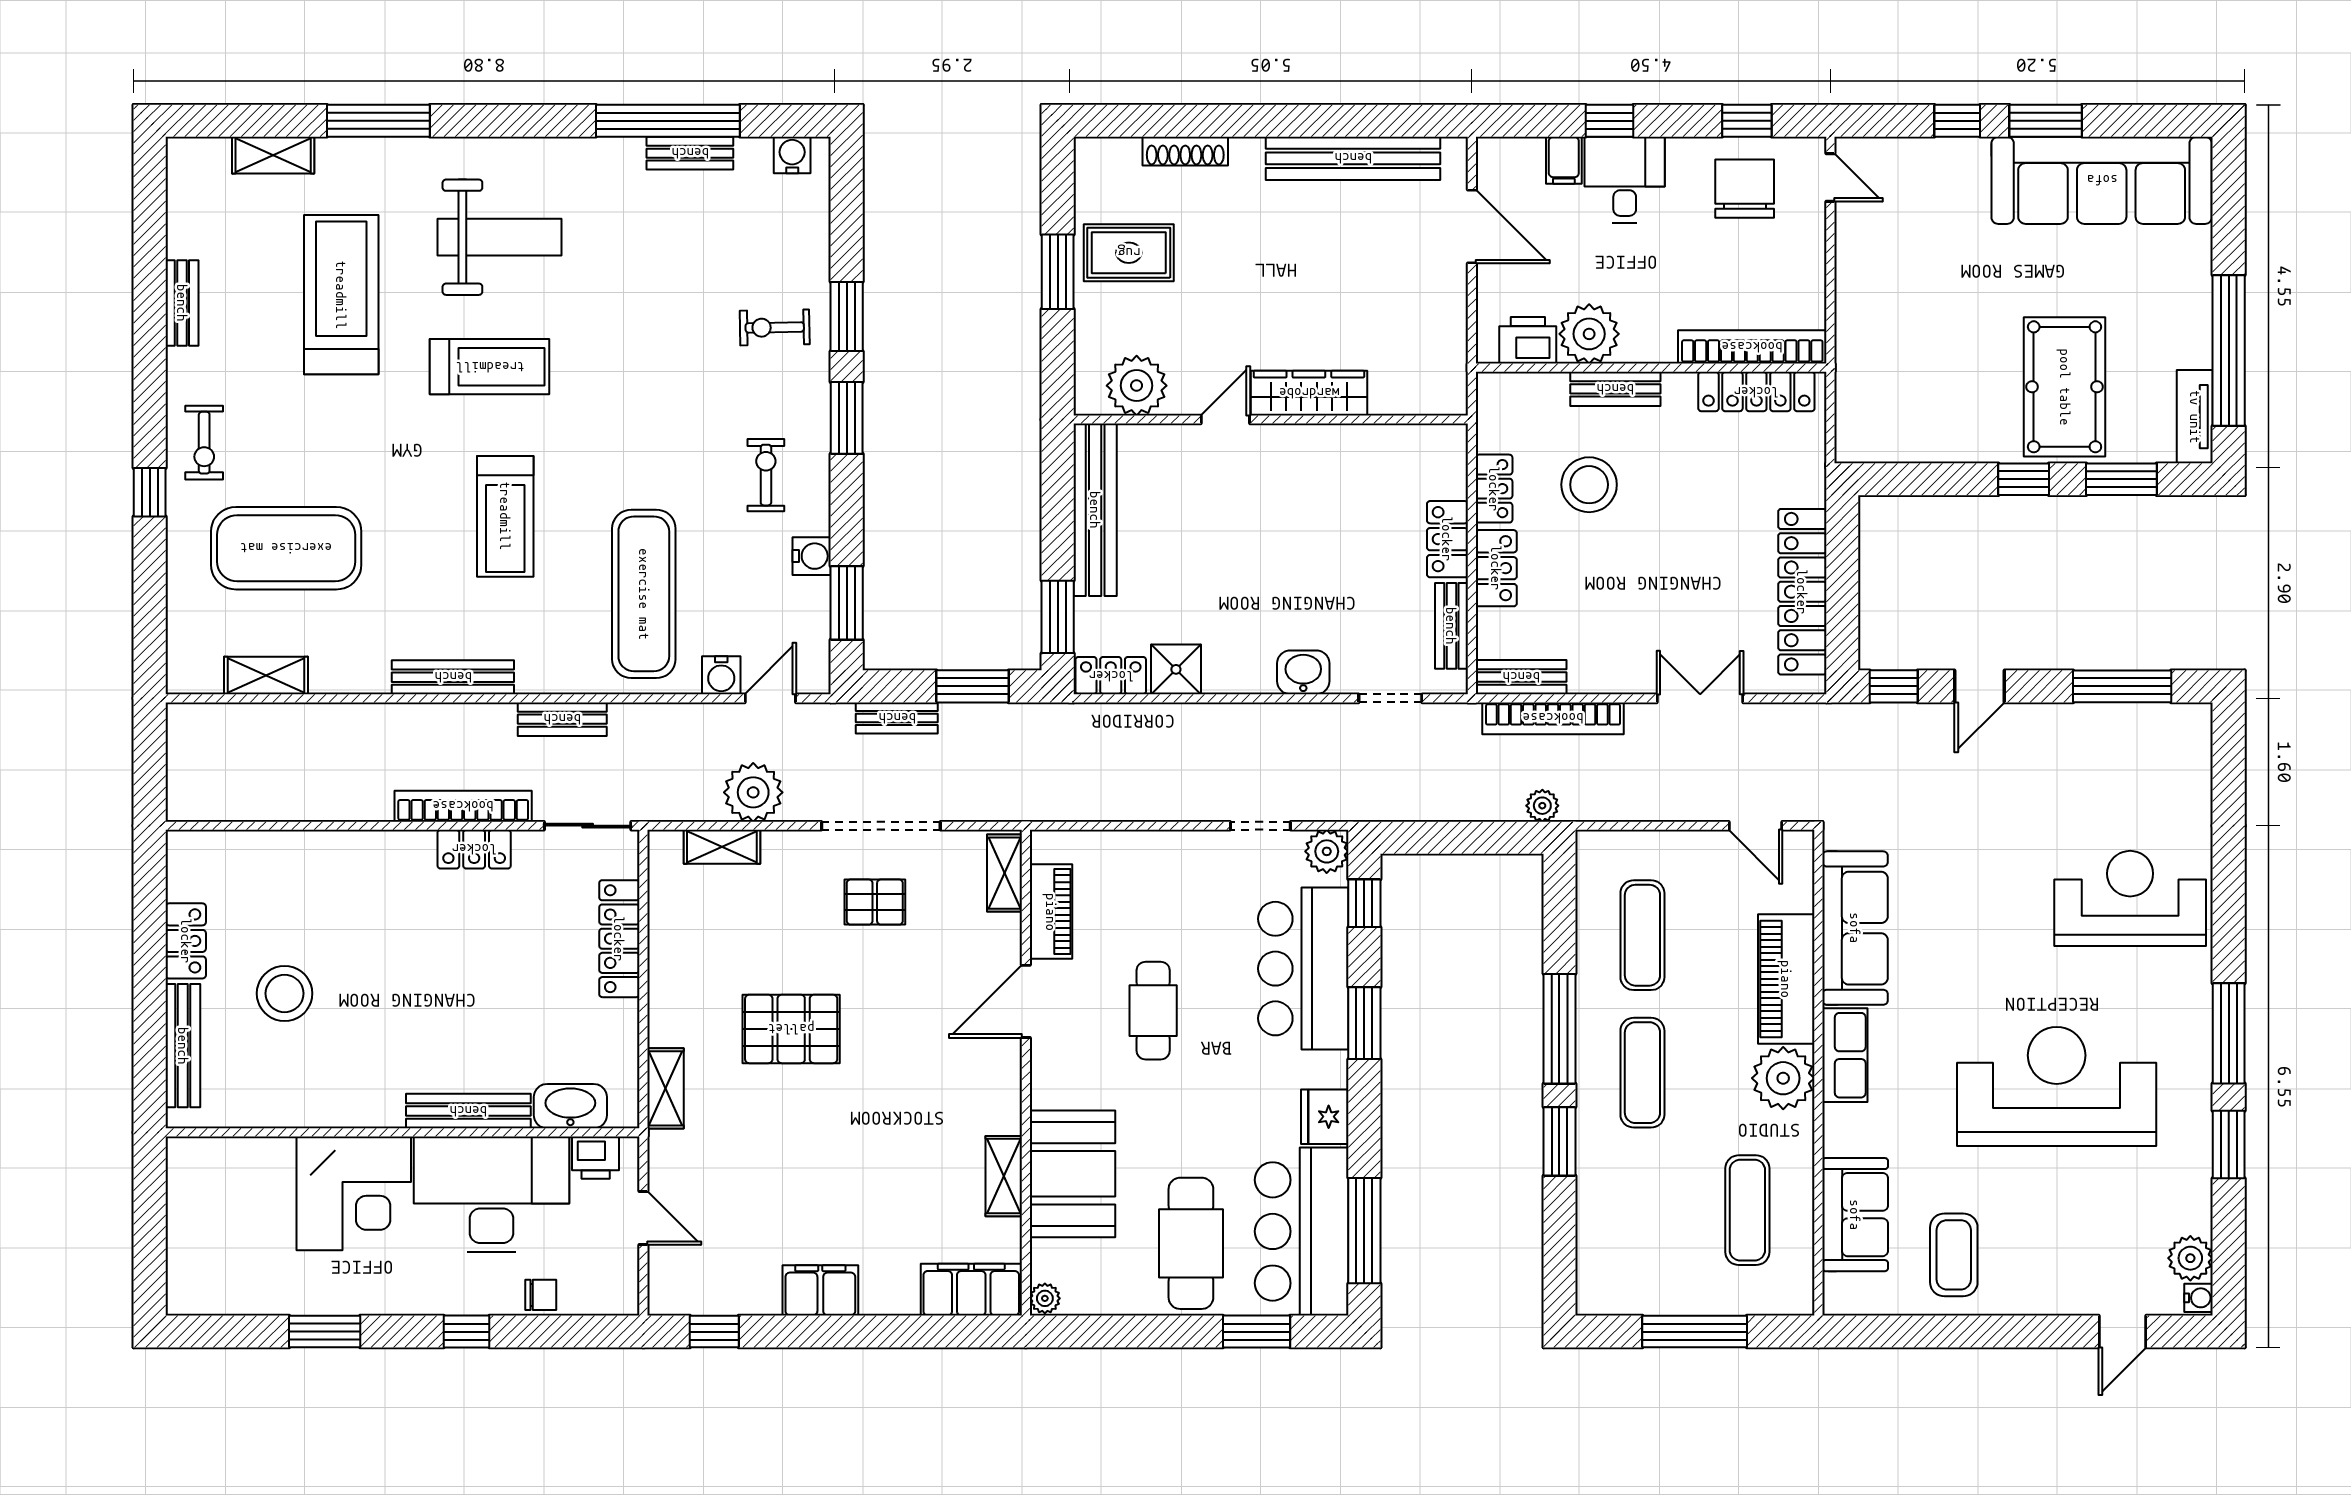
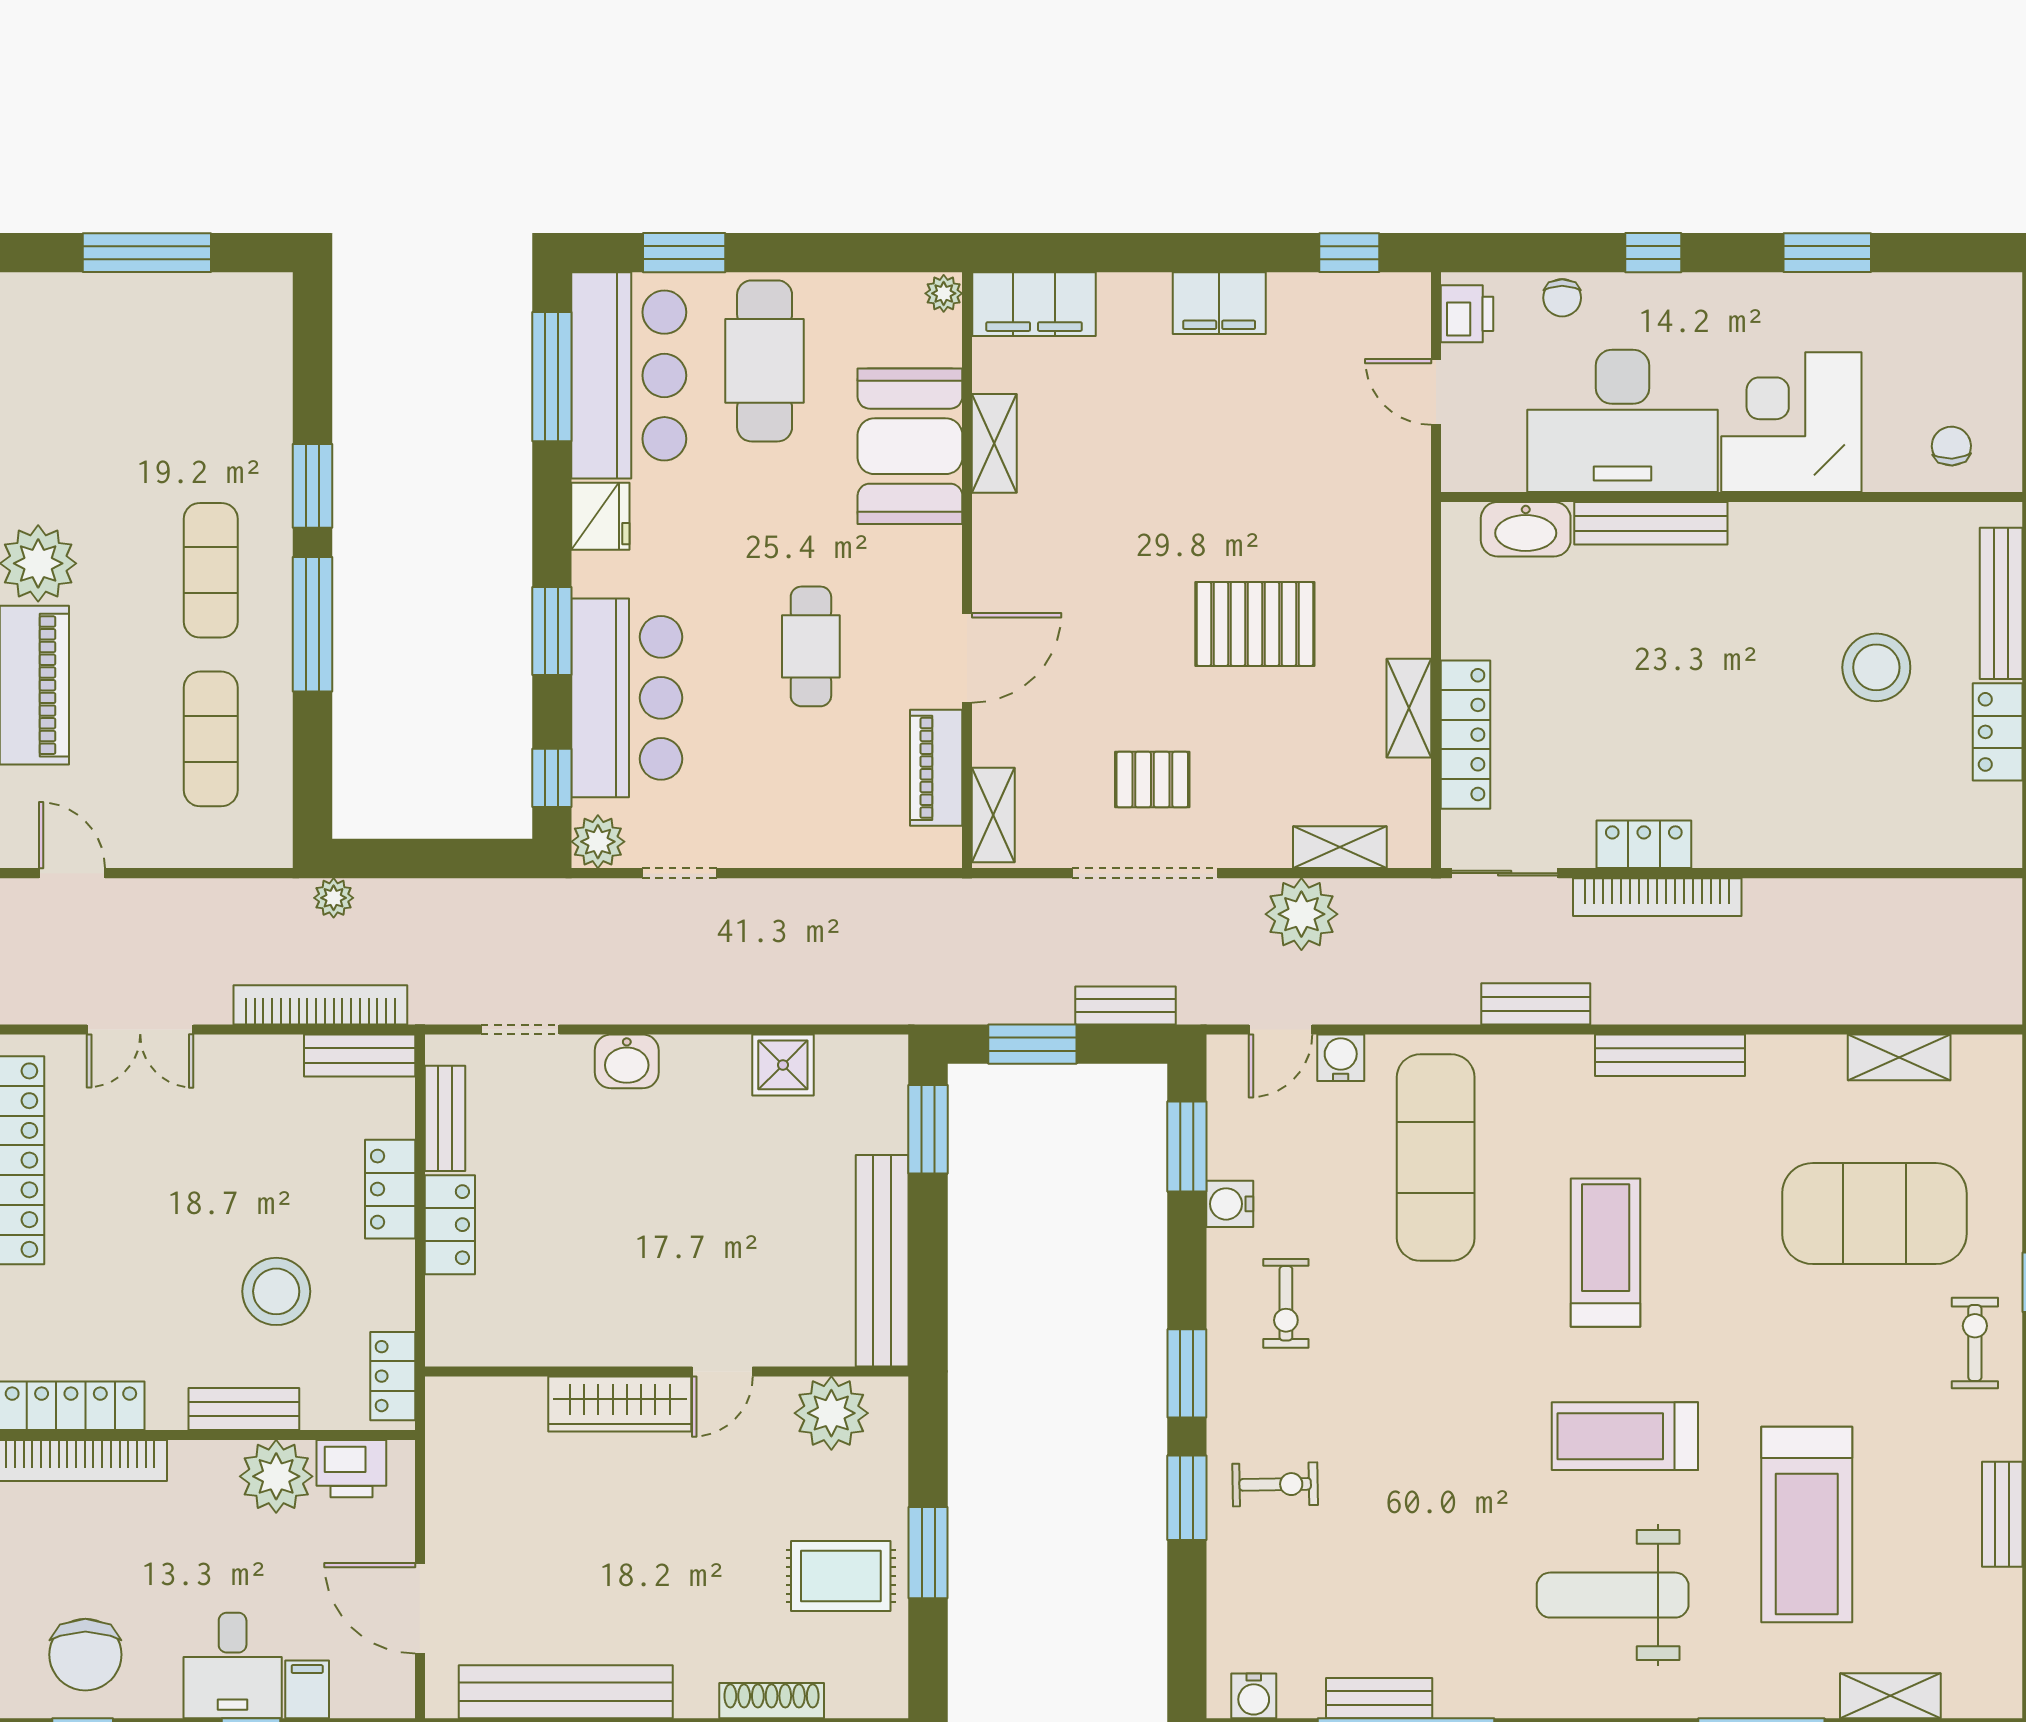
locker: (1494, 489) -> (393, 1376), moved
locker: (1111, 676) -> (863, 1057), removed
shelving: (666, 1088) -> (1409, 708), moved
printer: (596, 1158) -> (1467, 314), moved, turned 90
chair: (223, 1174) -> (1951, 446), added
exercise mat: (1747, 1210) -> (82, 402), removed
chair: (541, 1295) -> (1562, 298), turned -90

